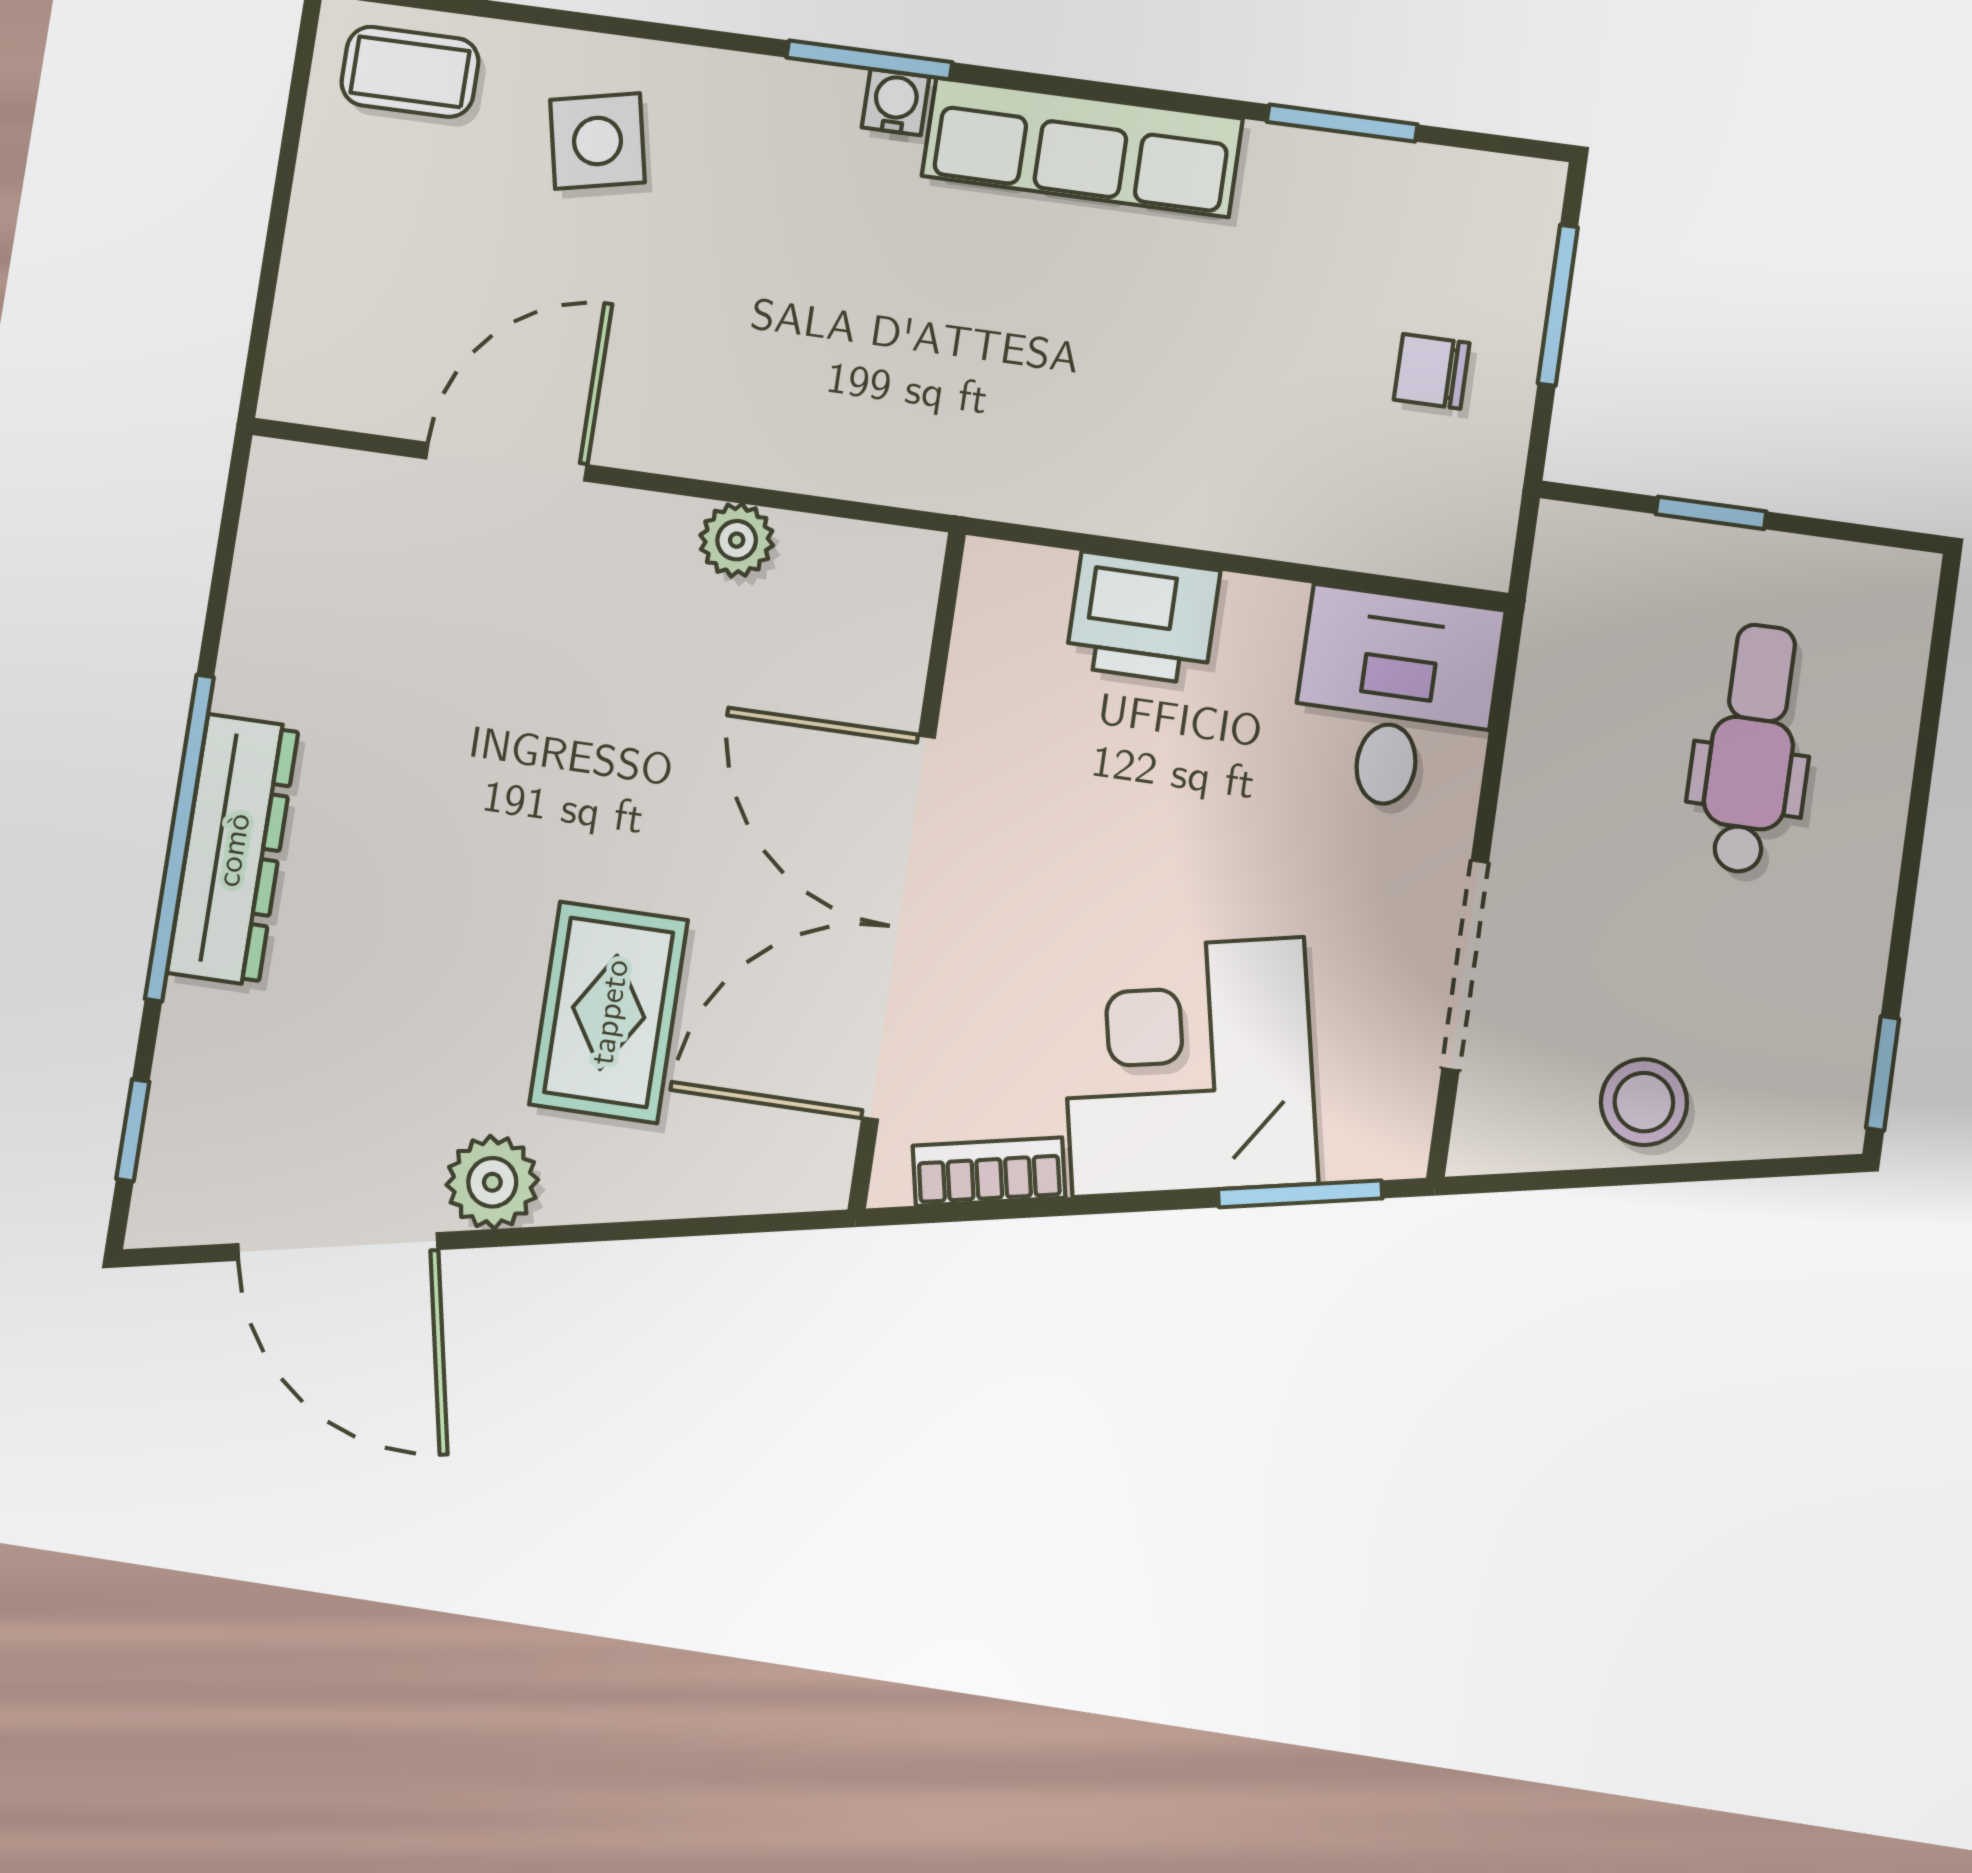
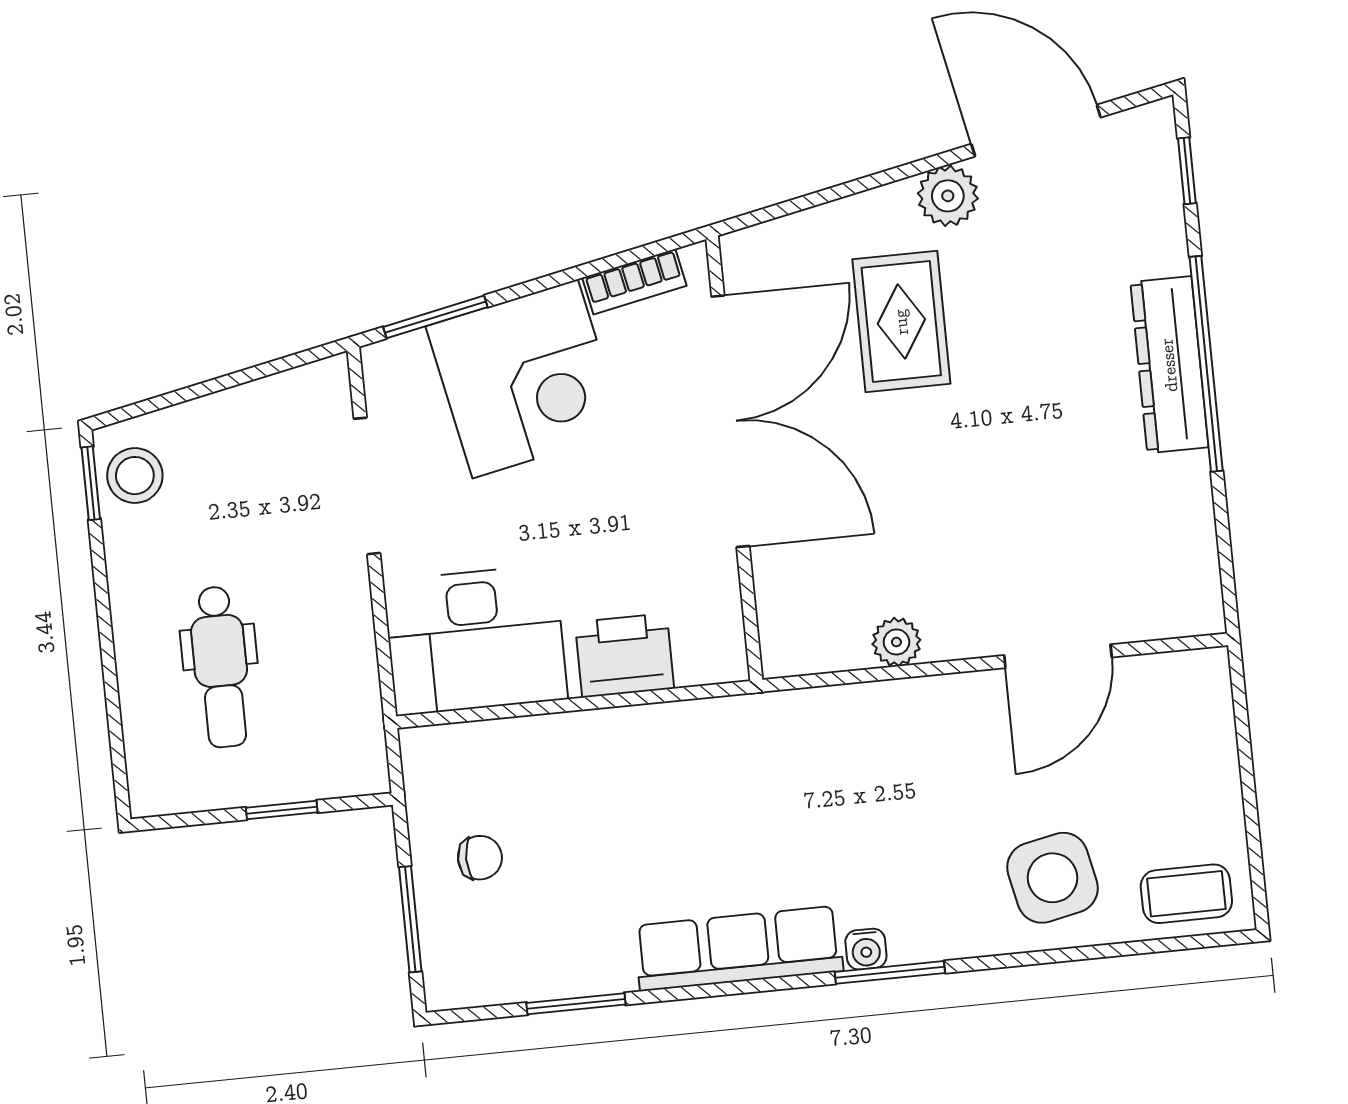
side table: (597, 141) -> (1053, 878), width x1.37, depth x1.37
desk: (1395, 700) -> (475, 640), width x1.37
stool: (1644, 1102) -> (135, 476), moved

